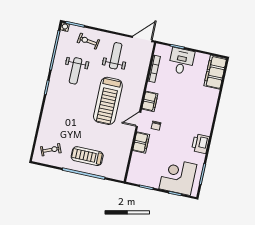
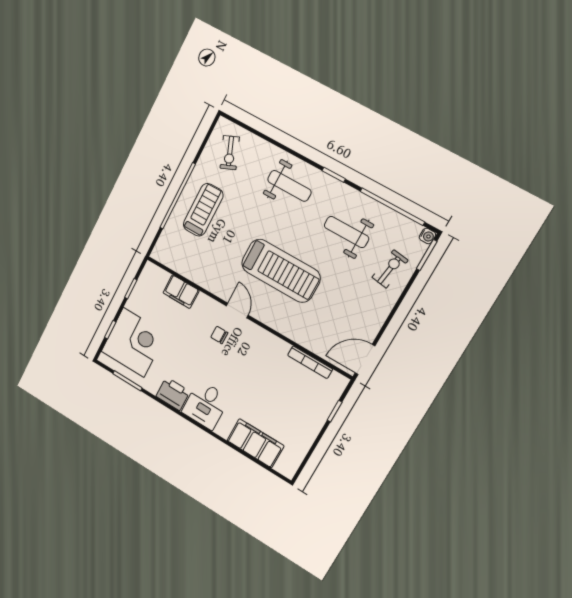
door: (142, 39) -> (365, 359), swing flipped
weight bench: (116, 56) -> (289, 186), moved
desk: (181, 61) -> (206, 405), moved, turned 90
filing cabinet: (215, 72) -> (255, 443), moved
treadmill: (108, 101) -> (281, 271), turned 180
filing cabinet: (150, 101) -> (260, 338), removed
filing cabinet: (141, 143) -> (181, 292), moved

